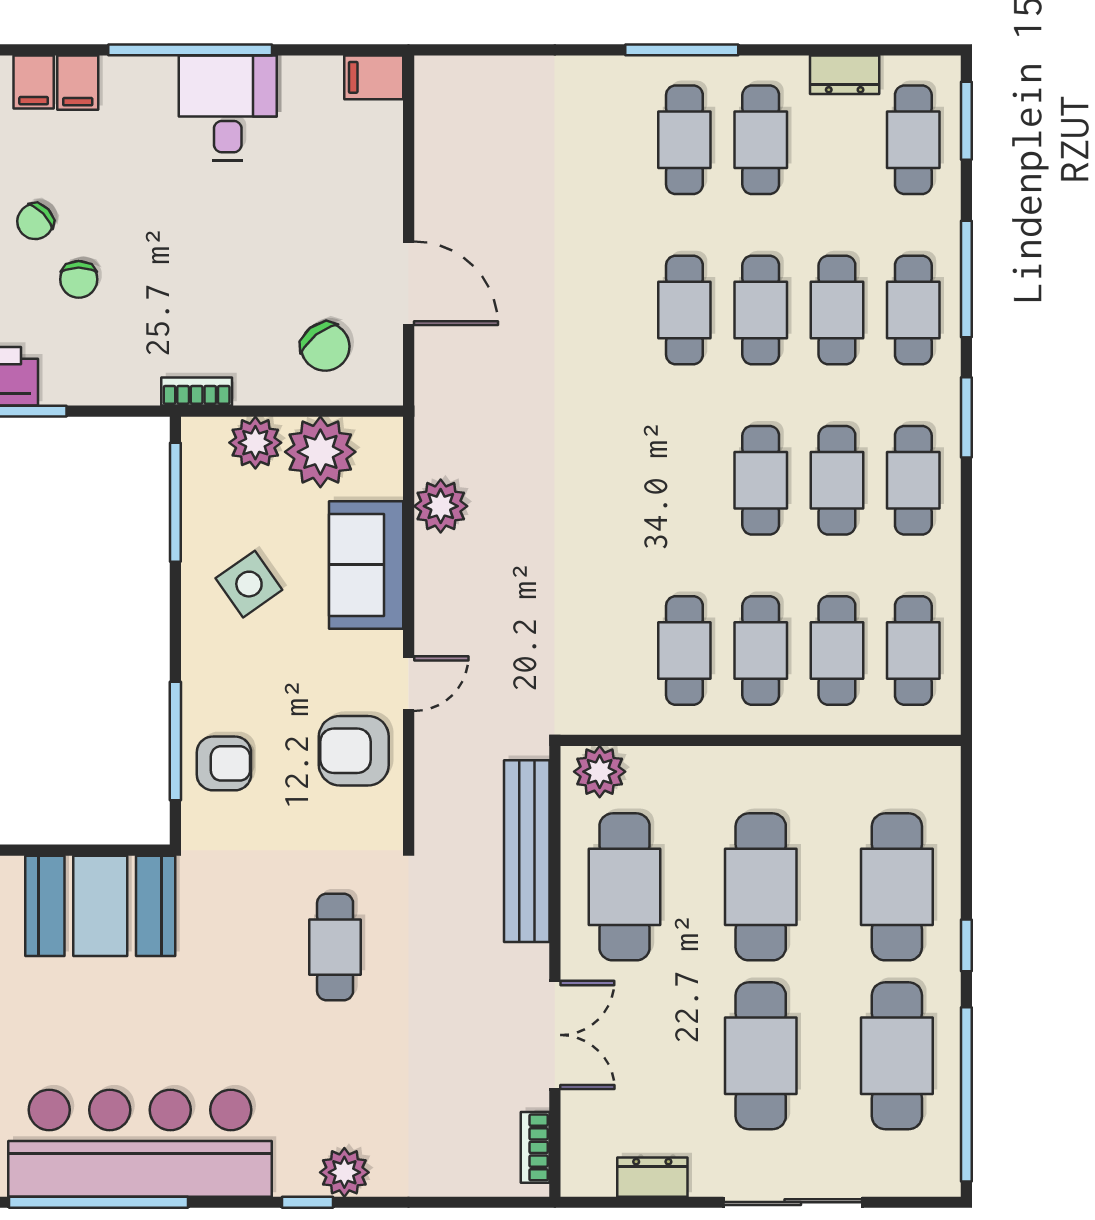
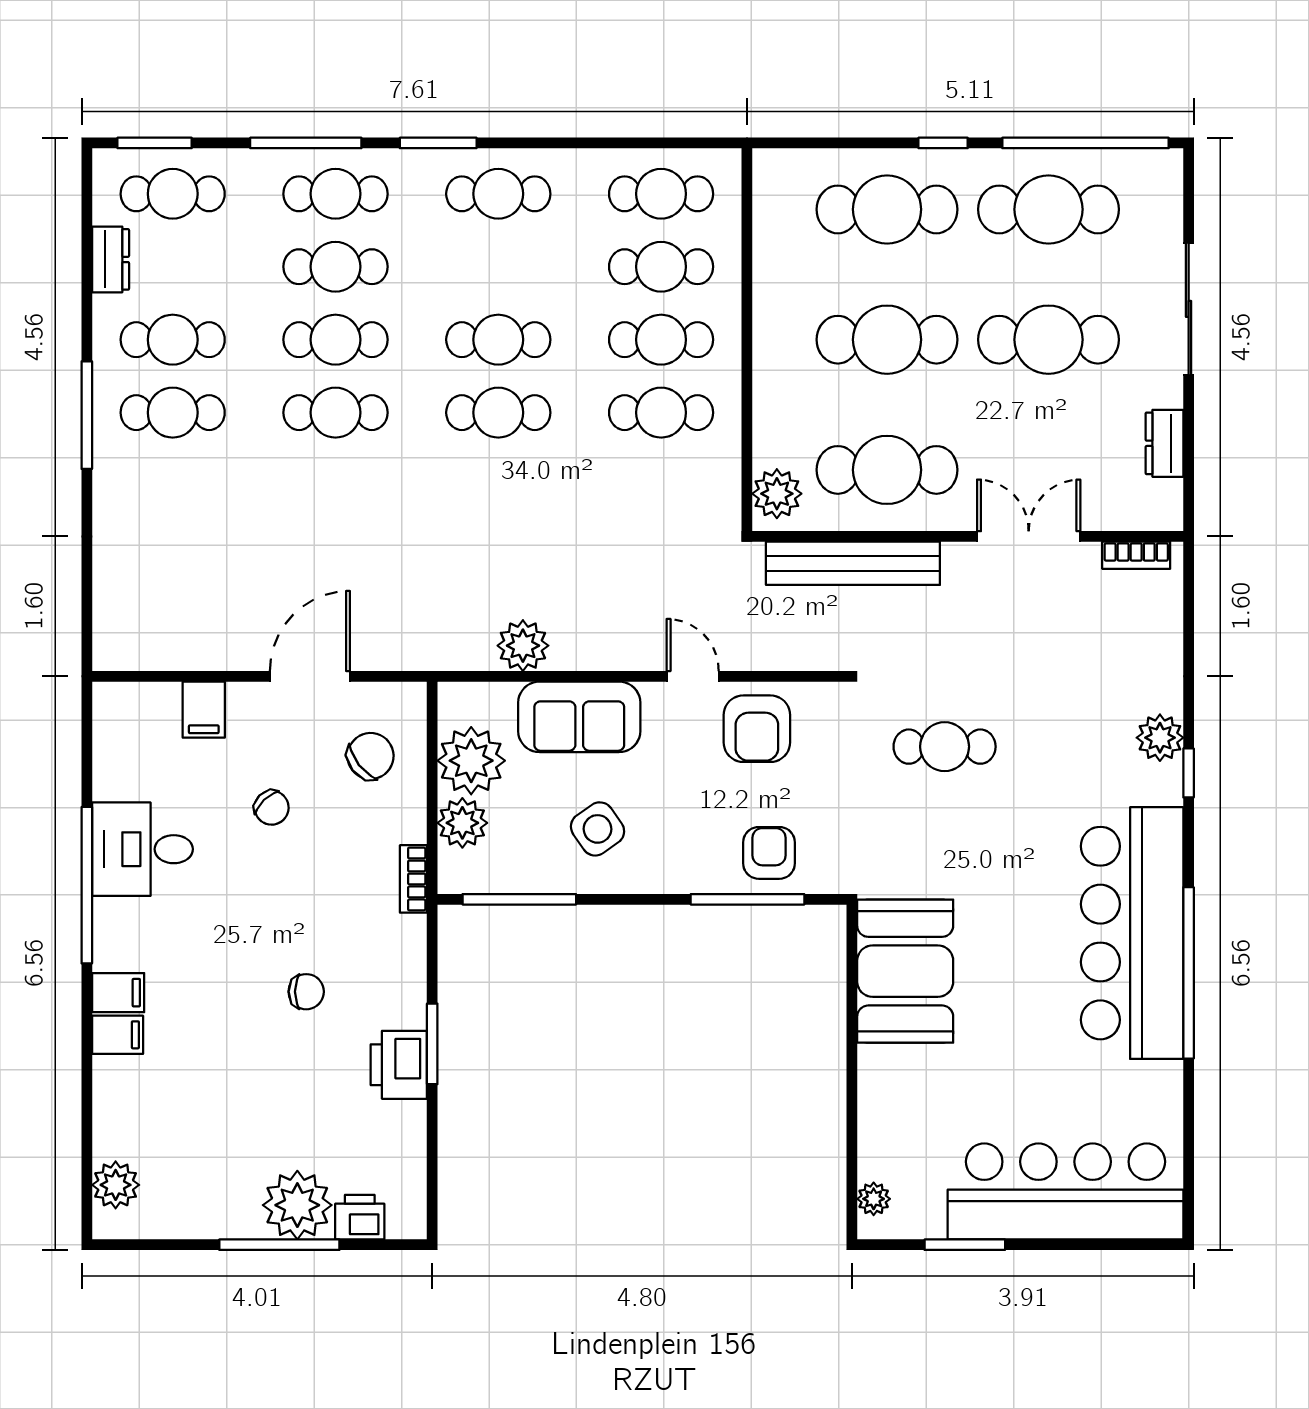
filing cabinet: (374, 77) -> (204, 710), moved
chair: (35, 221) -> (272, 808), moved
cafe table: (837, 480) -> (498, 413), moved

